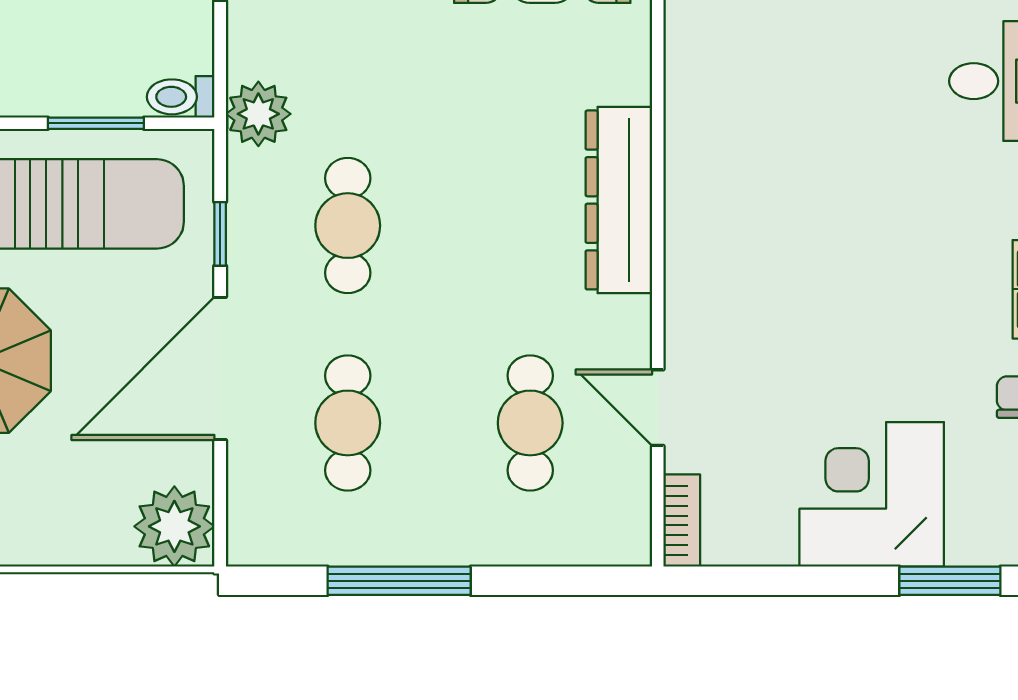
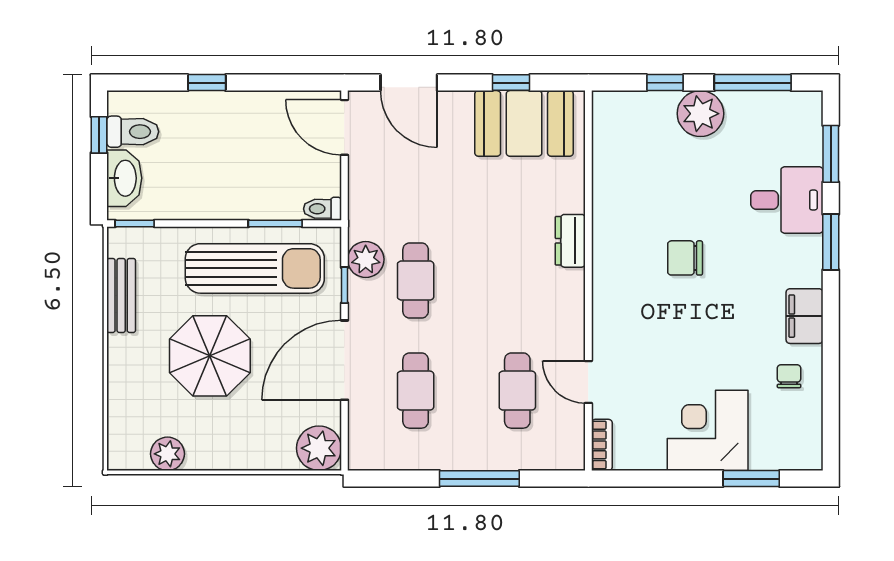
plant: (258, 114) -> (366, 259), moved
chair: (831, 185) -> (685, 258), added
dresser: (619, 200) -> (570, 241), width x0.51, depth x0.80
window: (399, 581) -> (479, 479), moved

